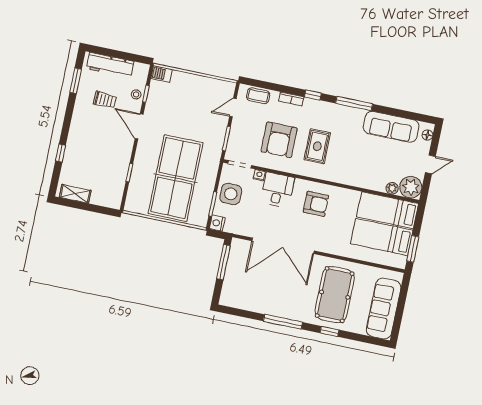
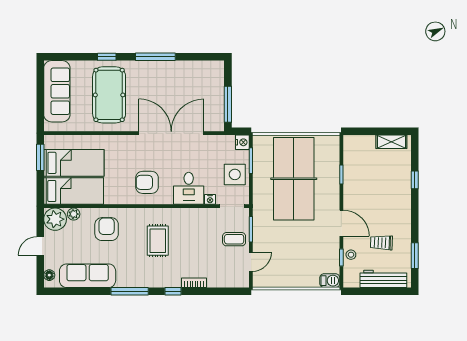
coffee table: (258, 96) -> (234, 239), moved
armchair: (279, 140) -> (107, 229), moved, width x0.73, depth x0.73

